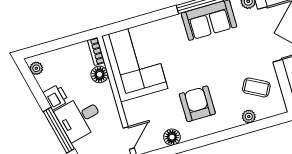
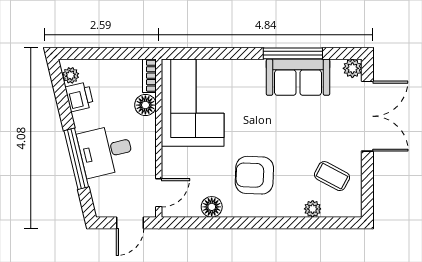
printer: (56, 97) -> (79, 97), moved
armchair: (197, 104) -> (254, 175), turned -88

